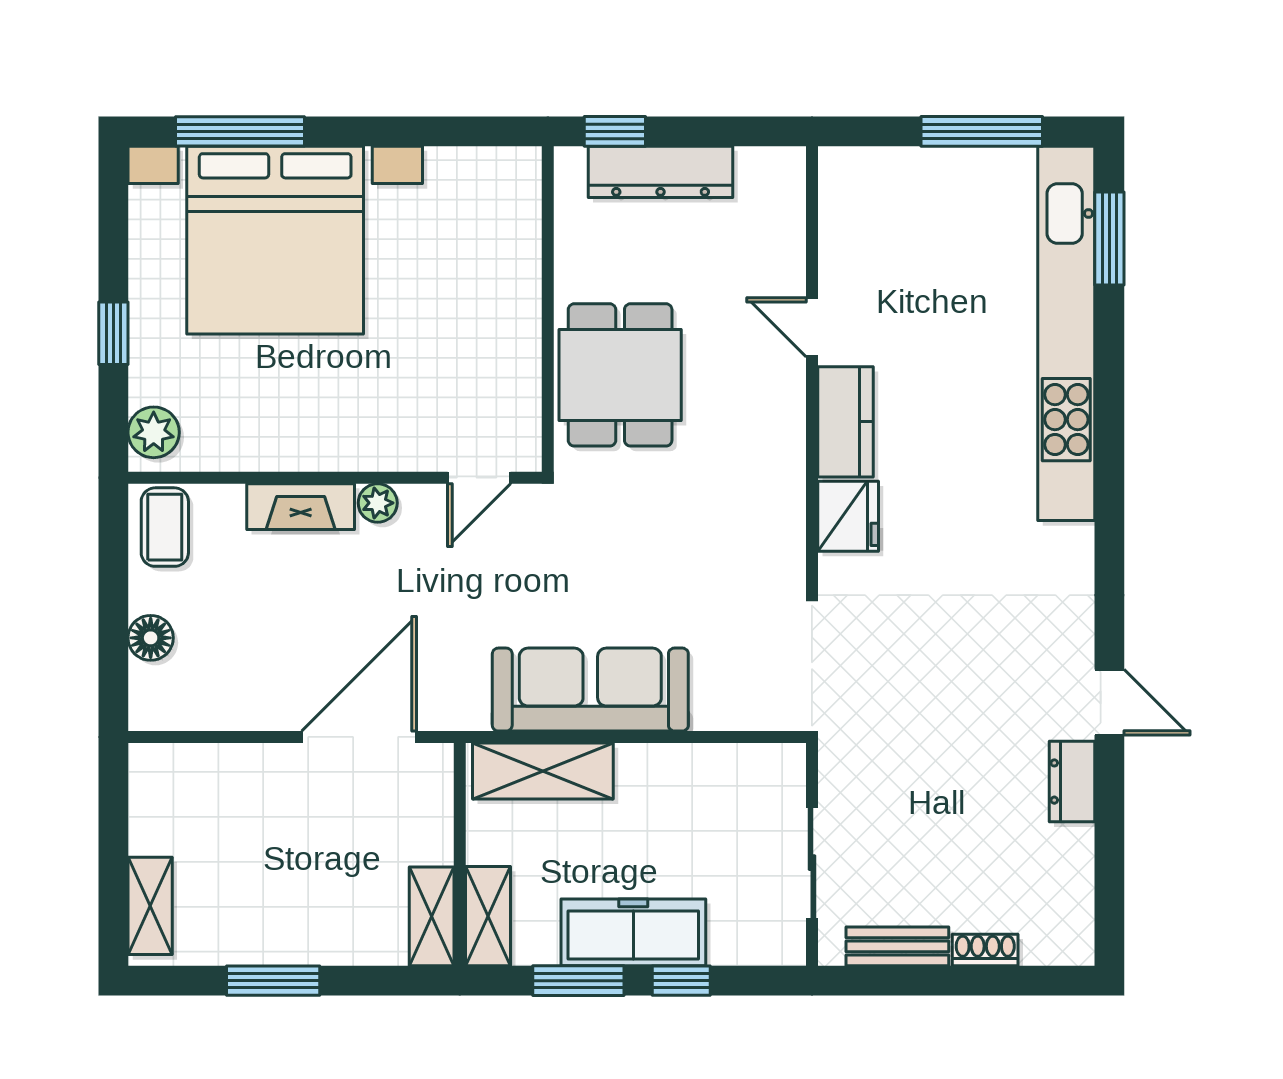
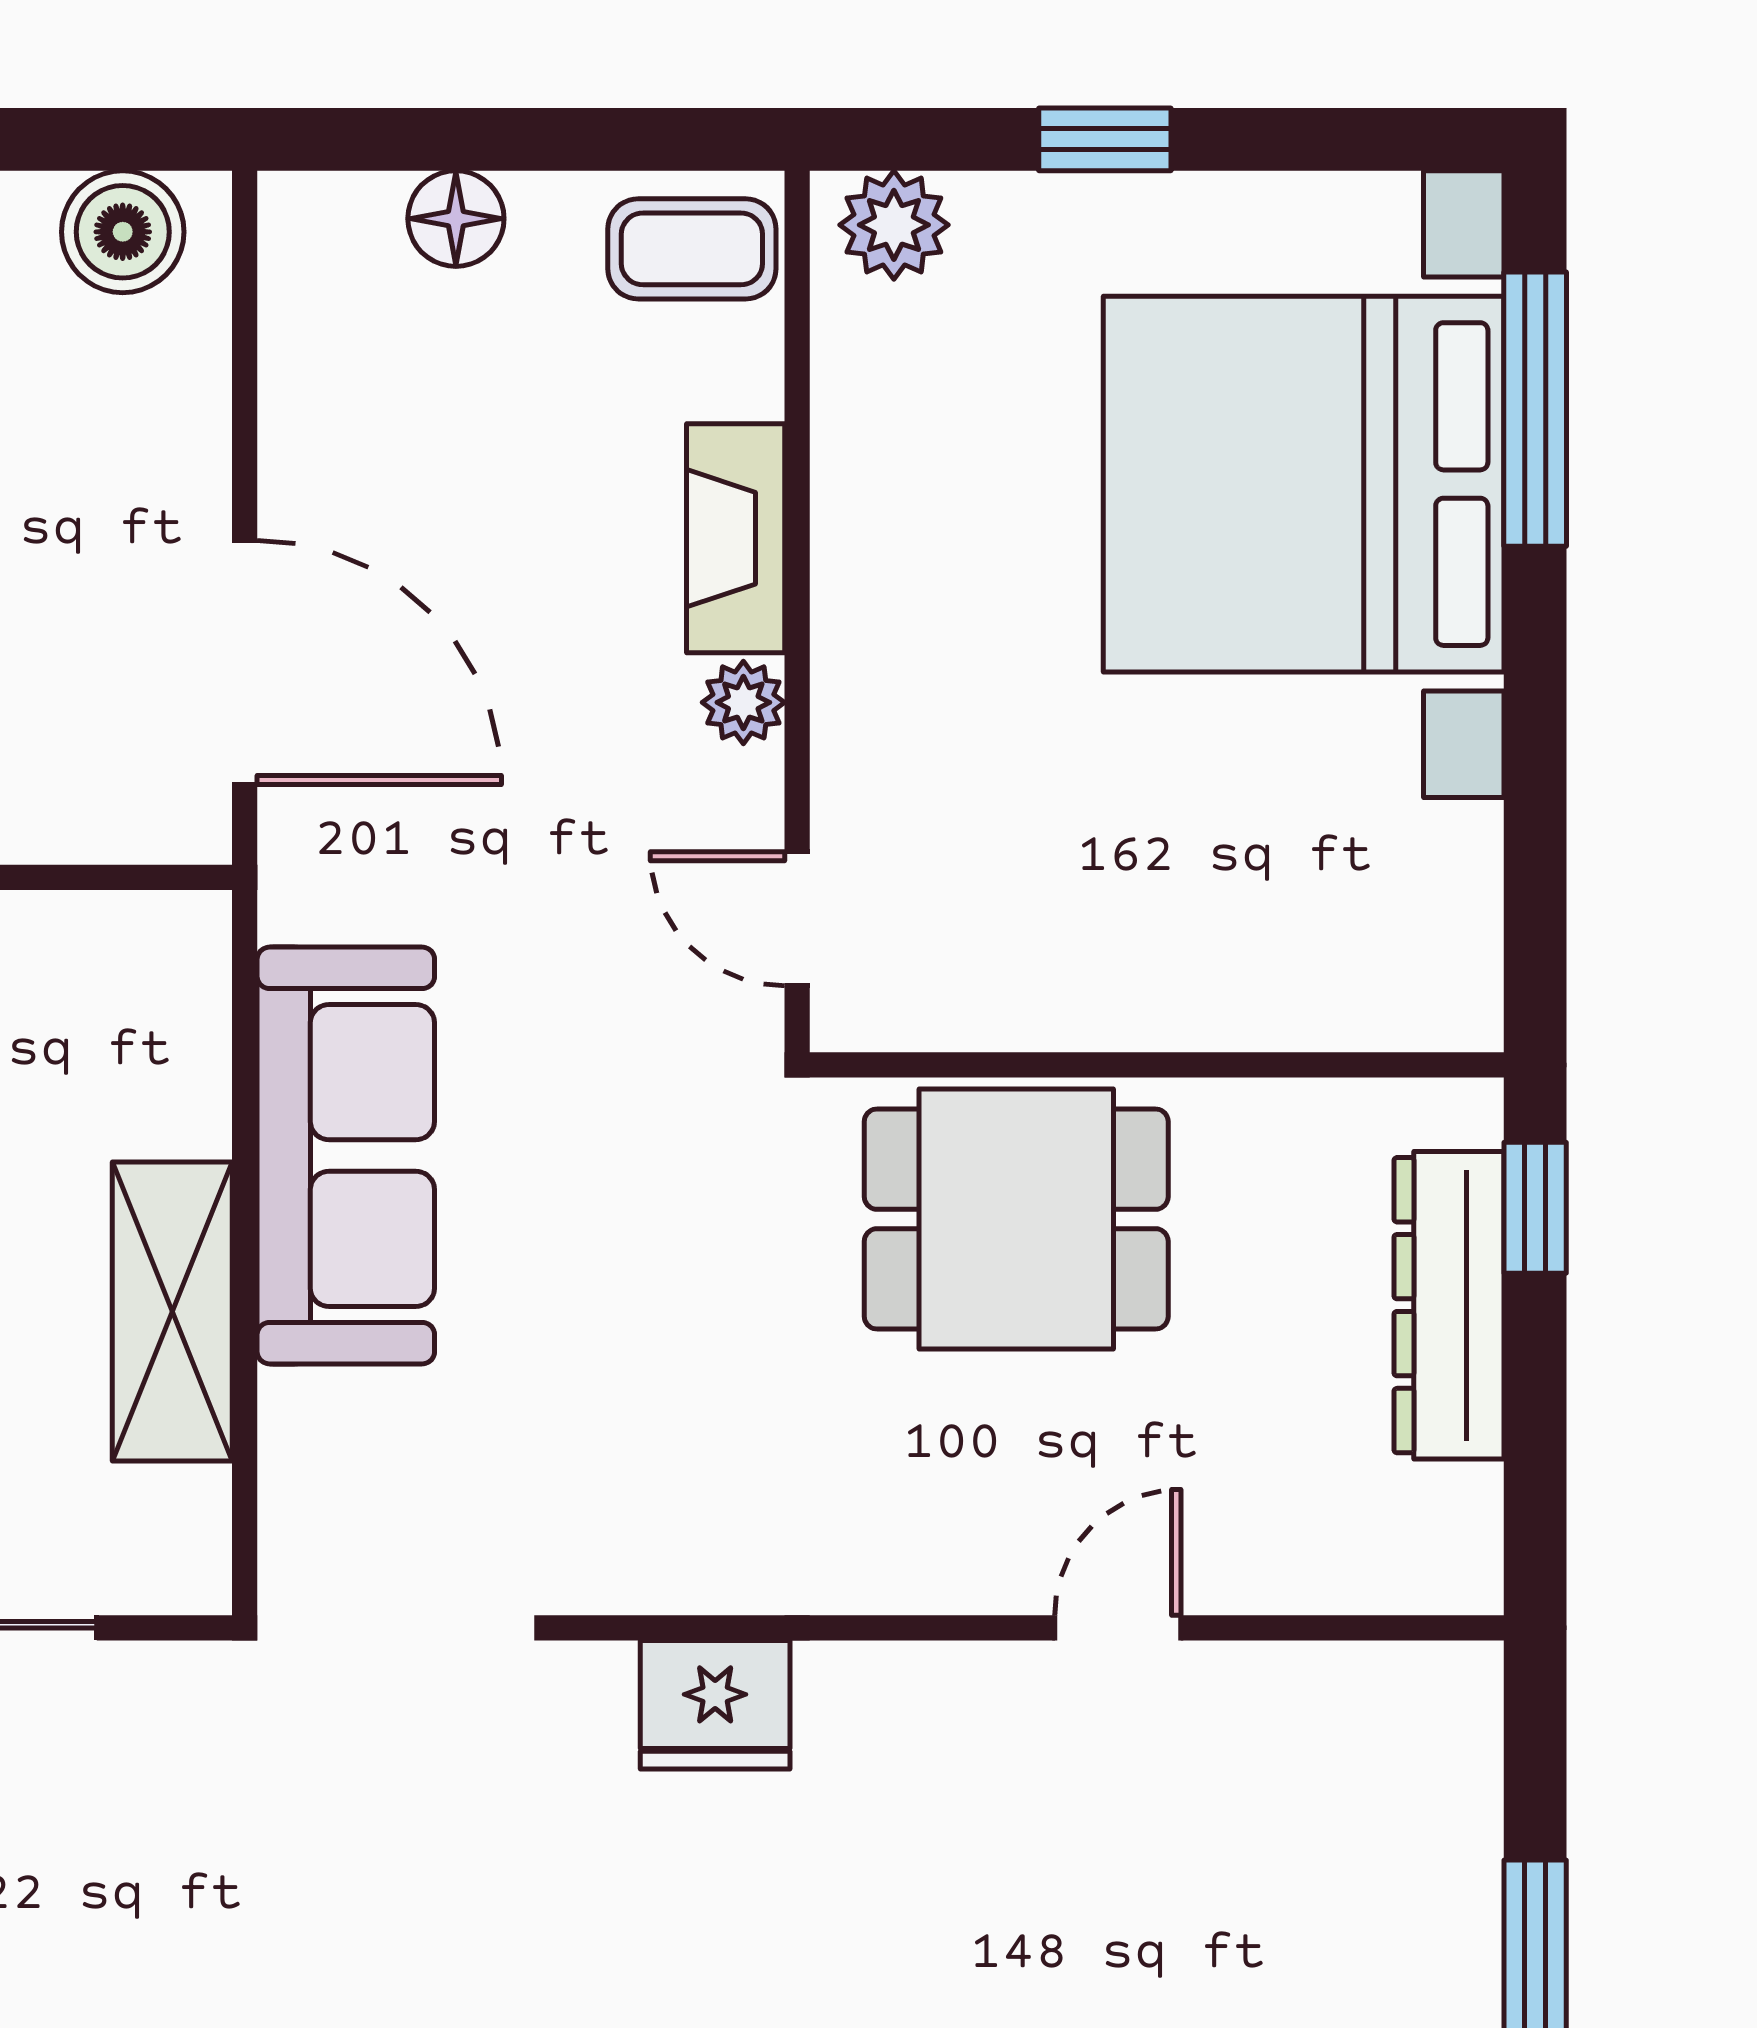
kitchen counter: (846, 422) -> (916, 1699), removed
shelving: (543, 771) -> (172, 1311), moved
boiler: (157, 794) -> (123, 232), added

